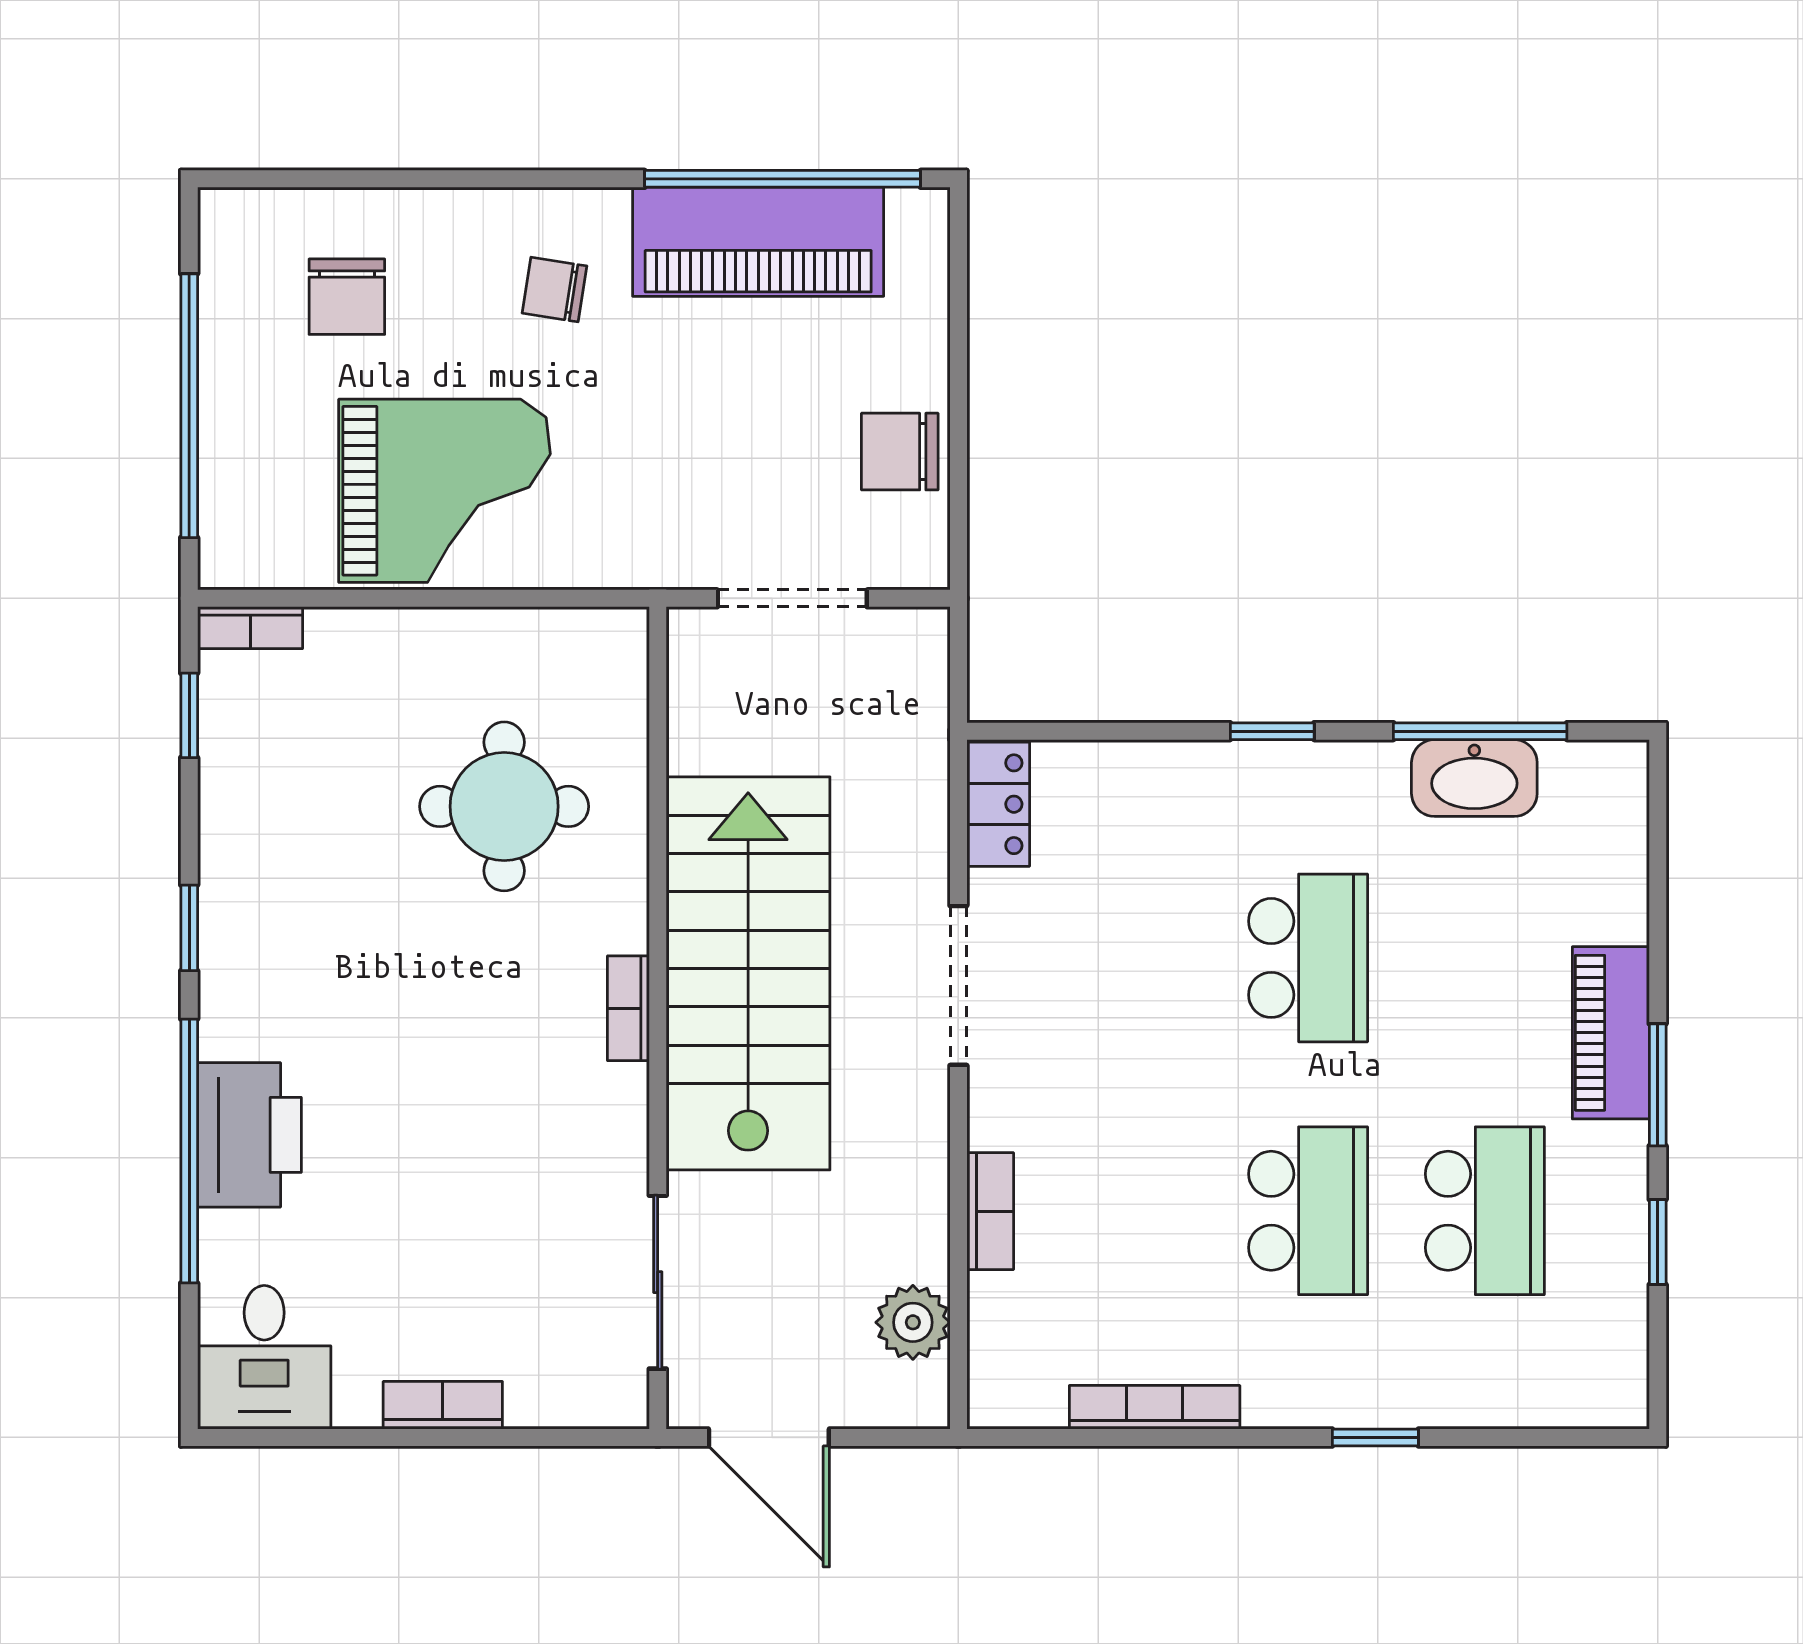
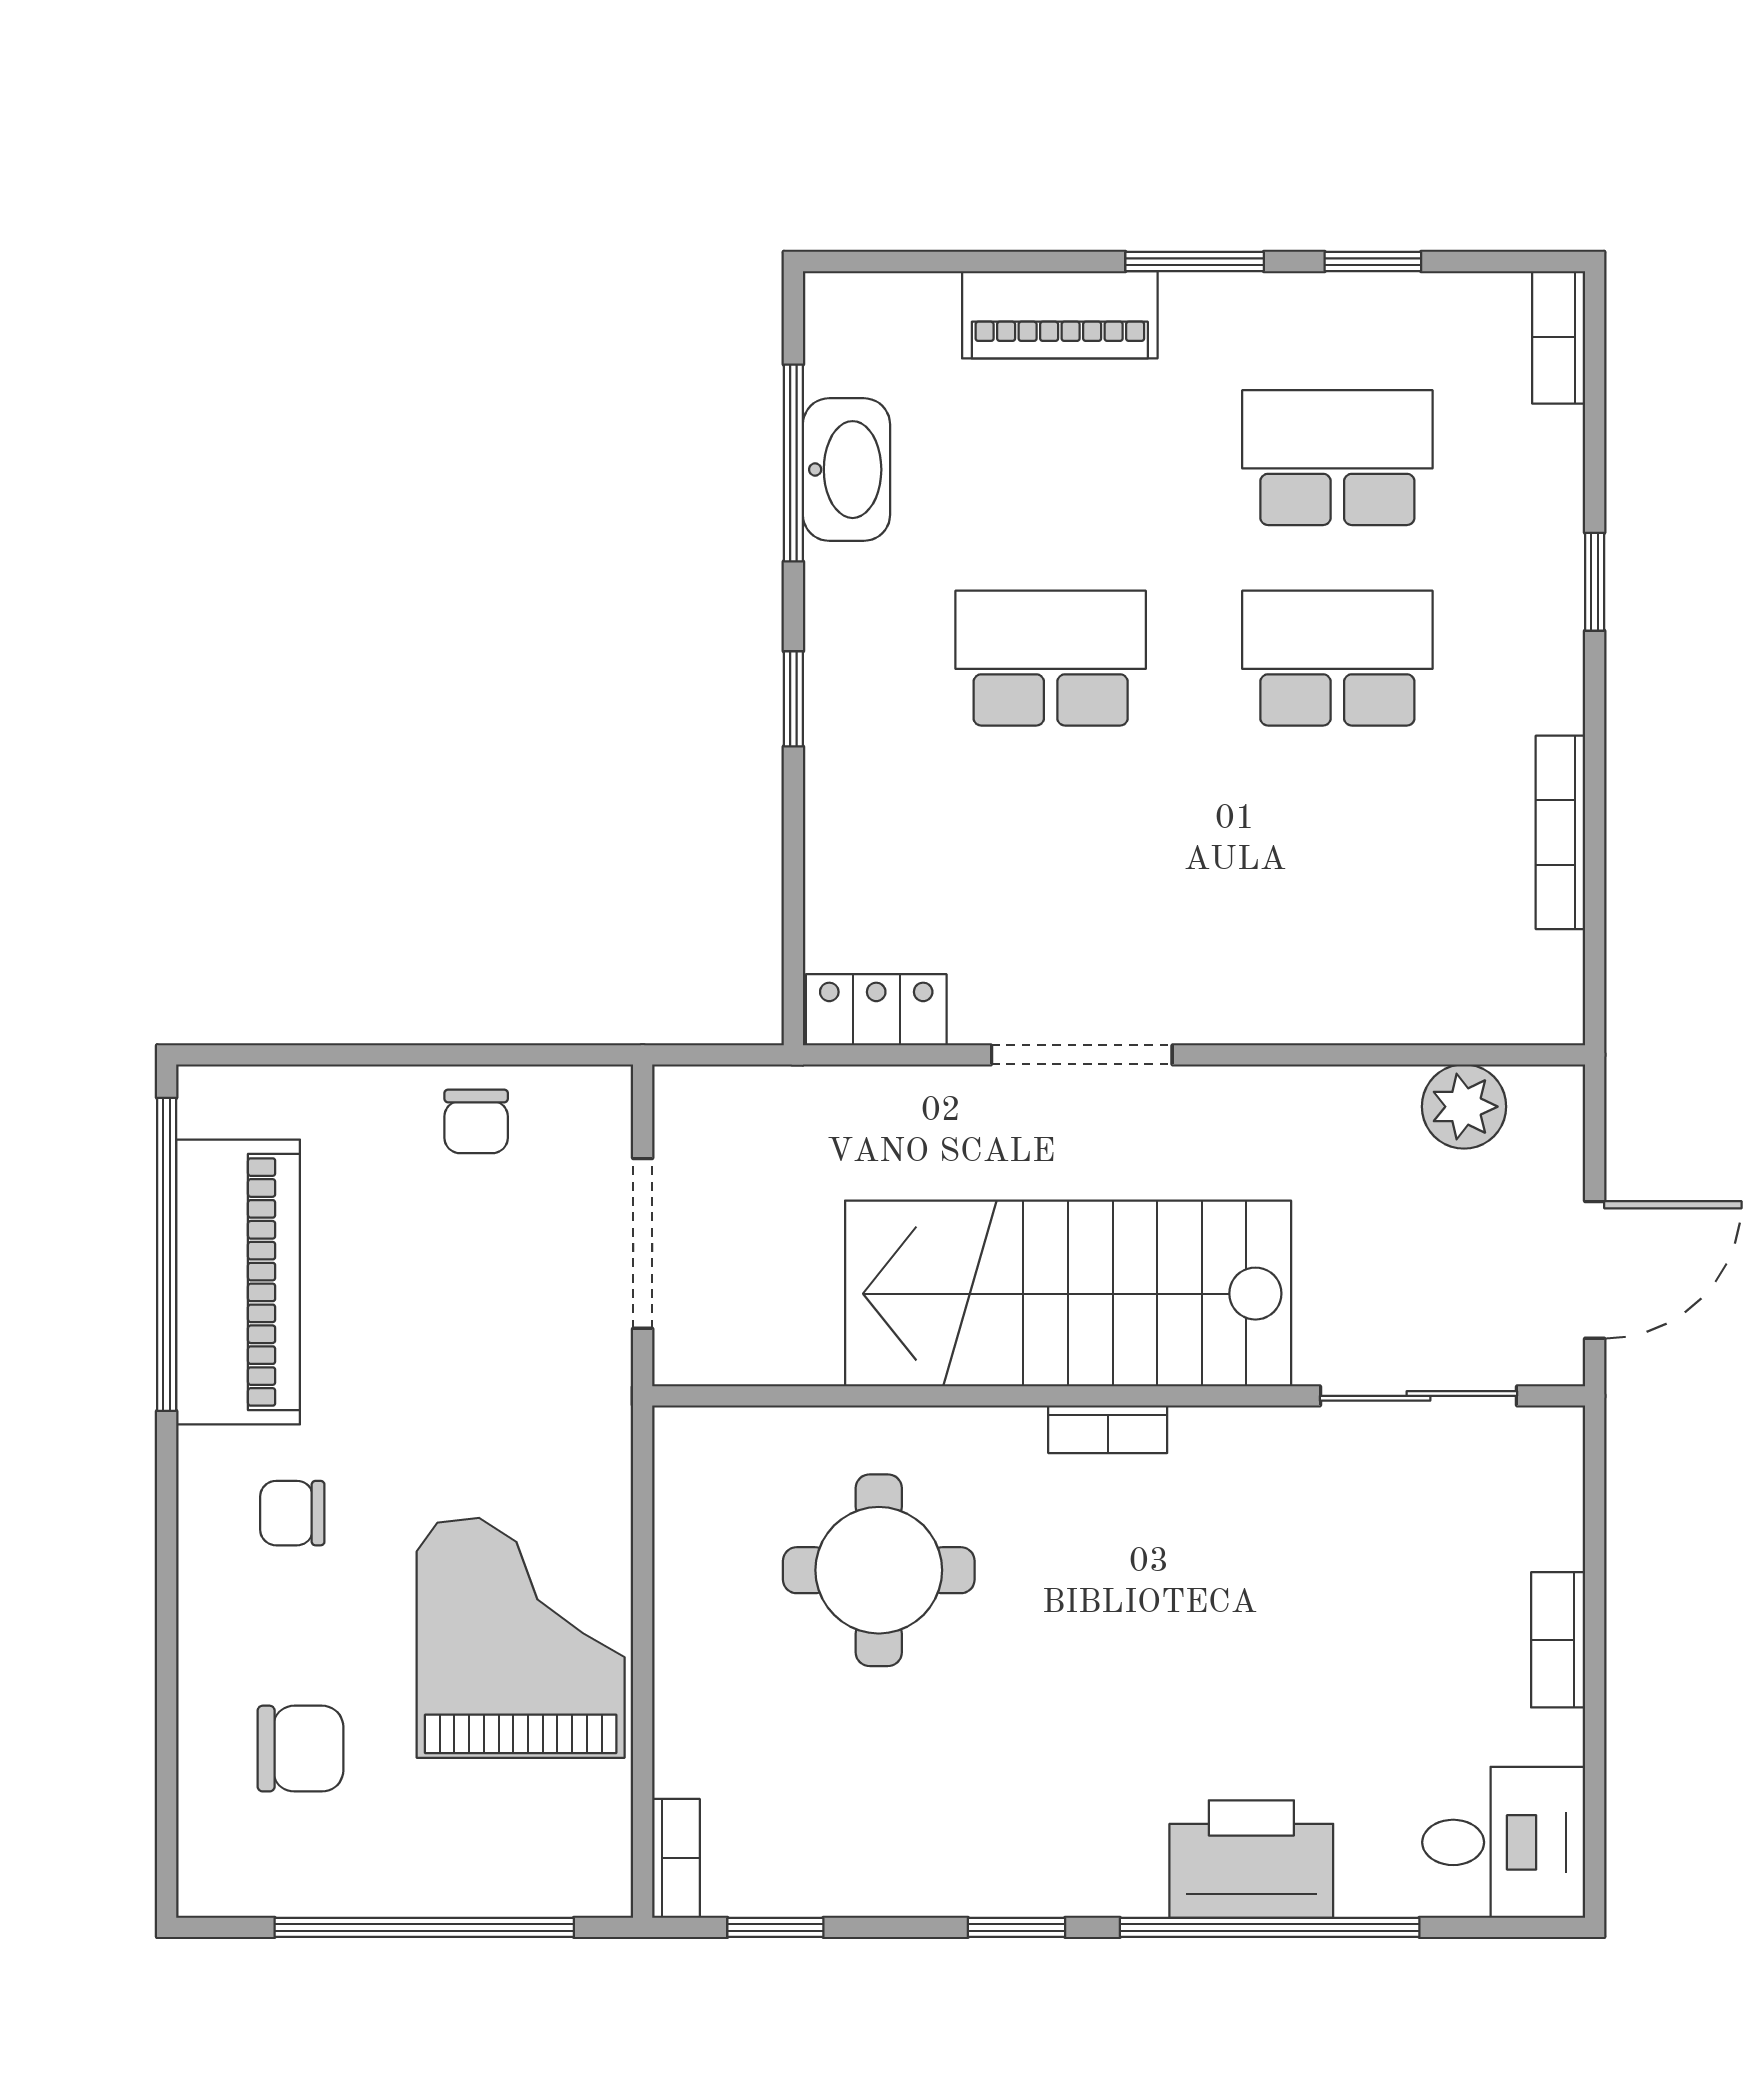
chair: (554, 290) -> (292, 1513), turned 81
chair: (900, 452) -> (476, 1121), width x0.73, depth x0.73
piano: (1611, 1033) -> (1060, 315), moved
bookcase: (990, 1211) -> (1559, 337), moved, turned -90

